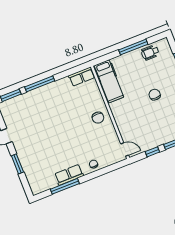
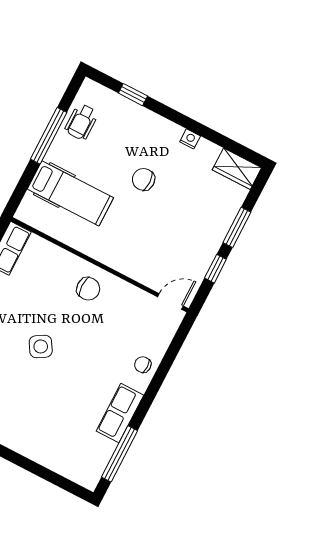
hospital bed: (109, 81) -> (70, 193), moved
side table: (61, 124) -> (41, 346), added
window: (17, 164) -> (28, 464), removed
window: (65, 186) -> (120, 454), moved

